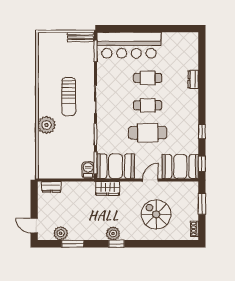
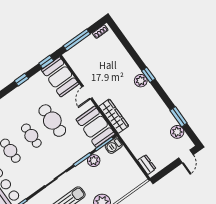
plant: (88, 144) -> (94, 161), added
door: (150, 180) -> (87, 92), hinge flipped
wardrobe: (107, 188) -> (114, 116), width x1.50
window: (202, 204) -> (77, 40), width x1.44
spiral stairs: (156, 214) -> (110, 69), removed
plant: (113, 234) -> (141, 81), moved
window: (116, 244) -> (148, 75), moved

